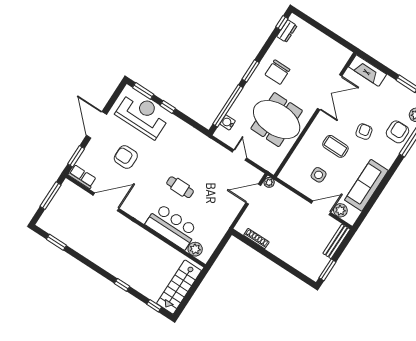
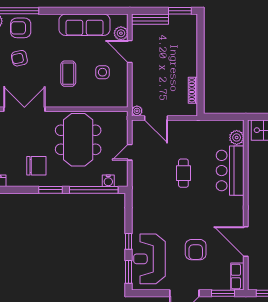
armchair: (364, 132) -> (19, 58), moved
cafe table: (180, 187) -> (183, 173), moved

